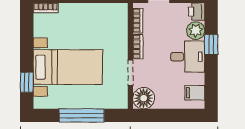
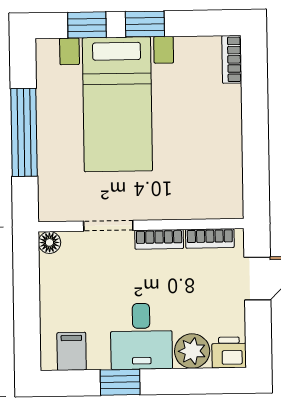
window: (211, 45) -> (120, 382), moved
window: (27, 52) -> (145, 24), added
floor lamp: (144, 98) -> (49, 242), width x0.53, depth x0.53

